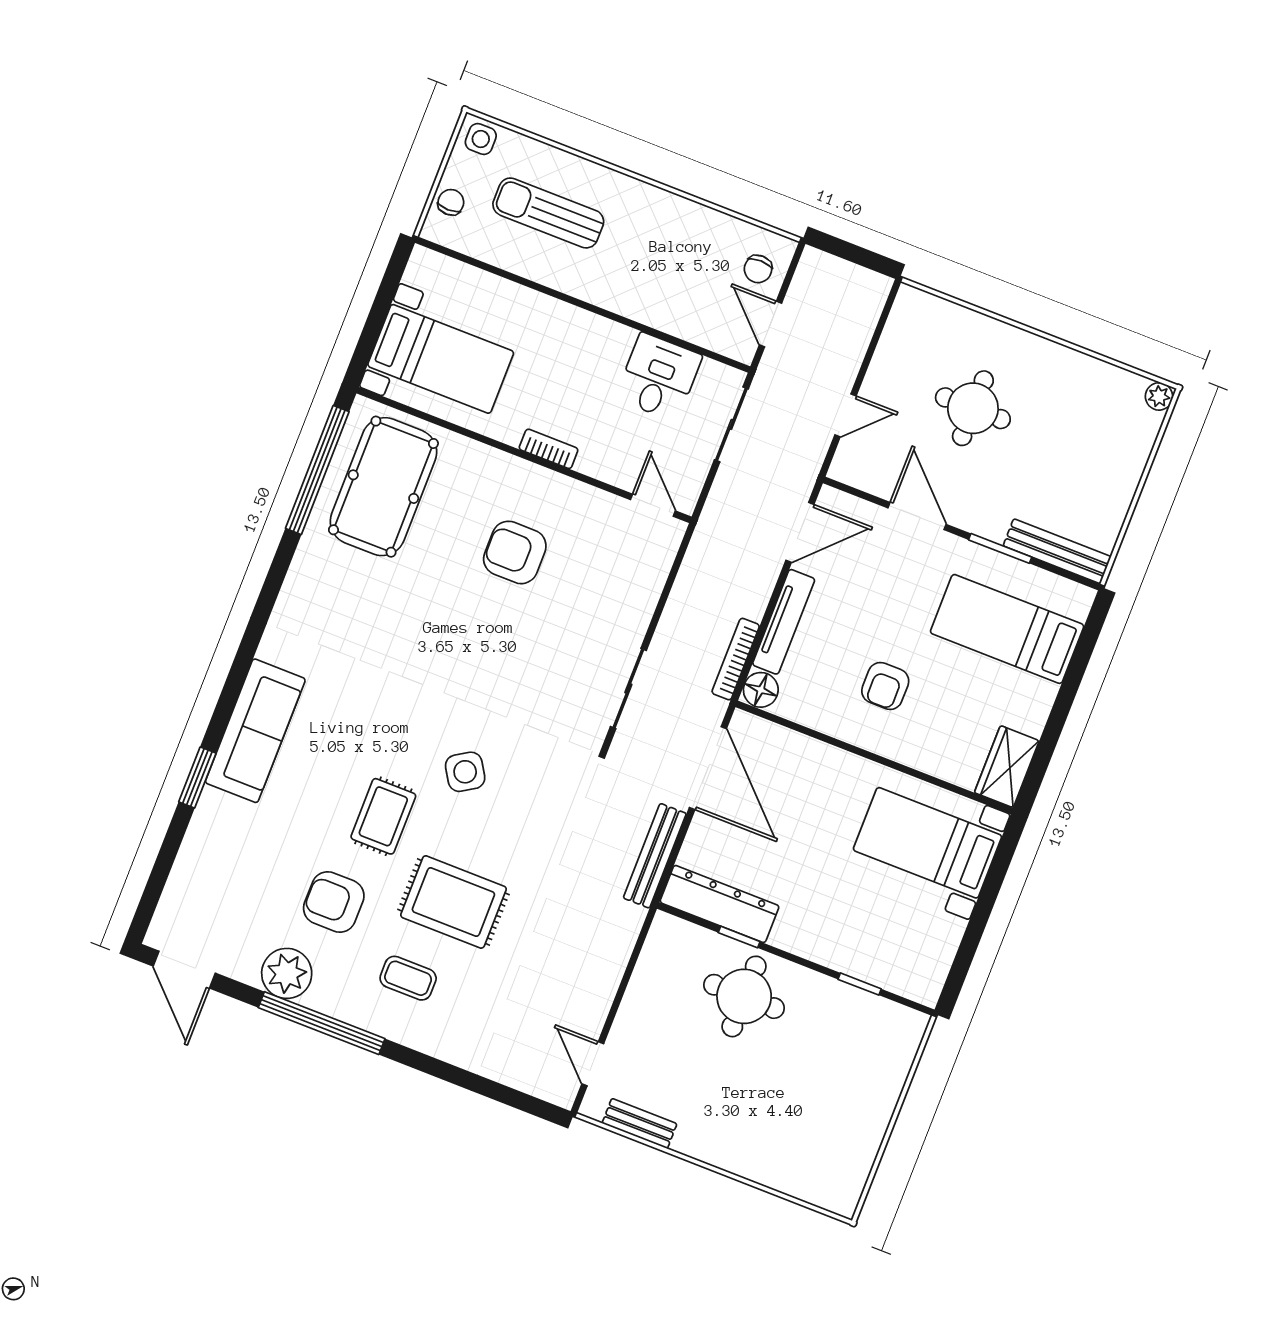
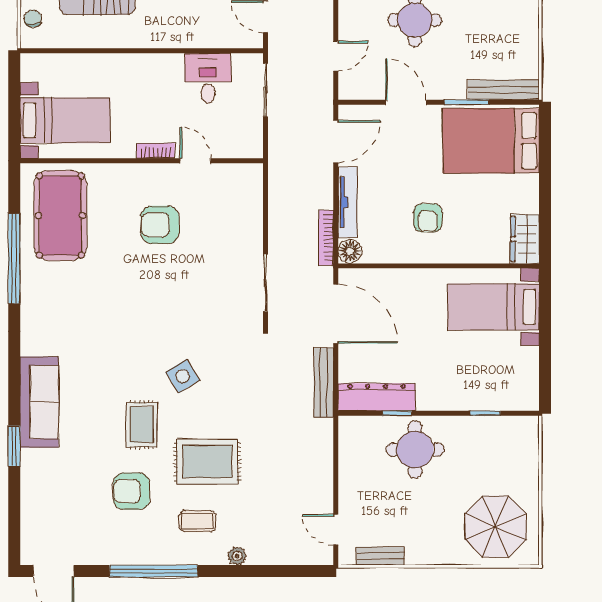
window: (317, 470) -> (14, 259), moved
door: (653, 505) -> (195, 161), moved
bed: (1007, 629) -> (491, 141), width x1.50
plant: (287, 973) -> (237, 556), moved, width x0.53, depth x0.53
parasol: (813, 1145) -> (496, 527), added

